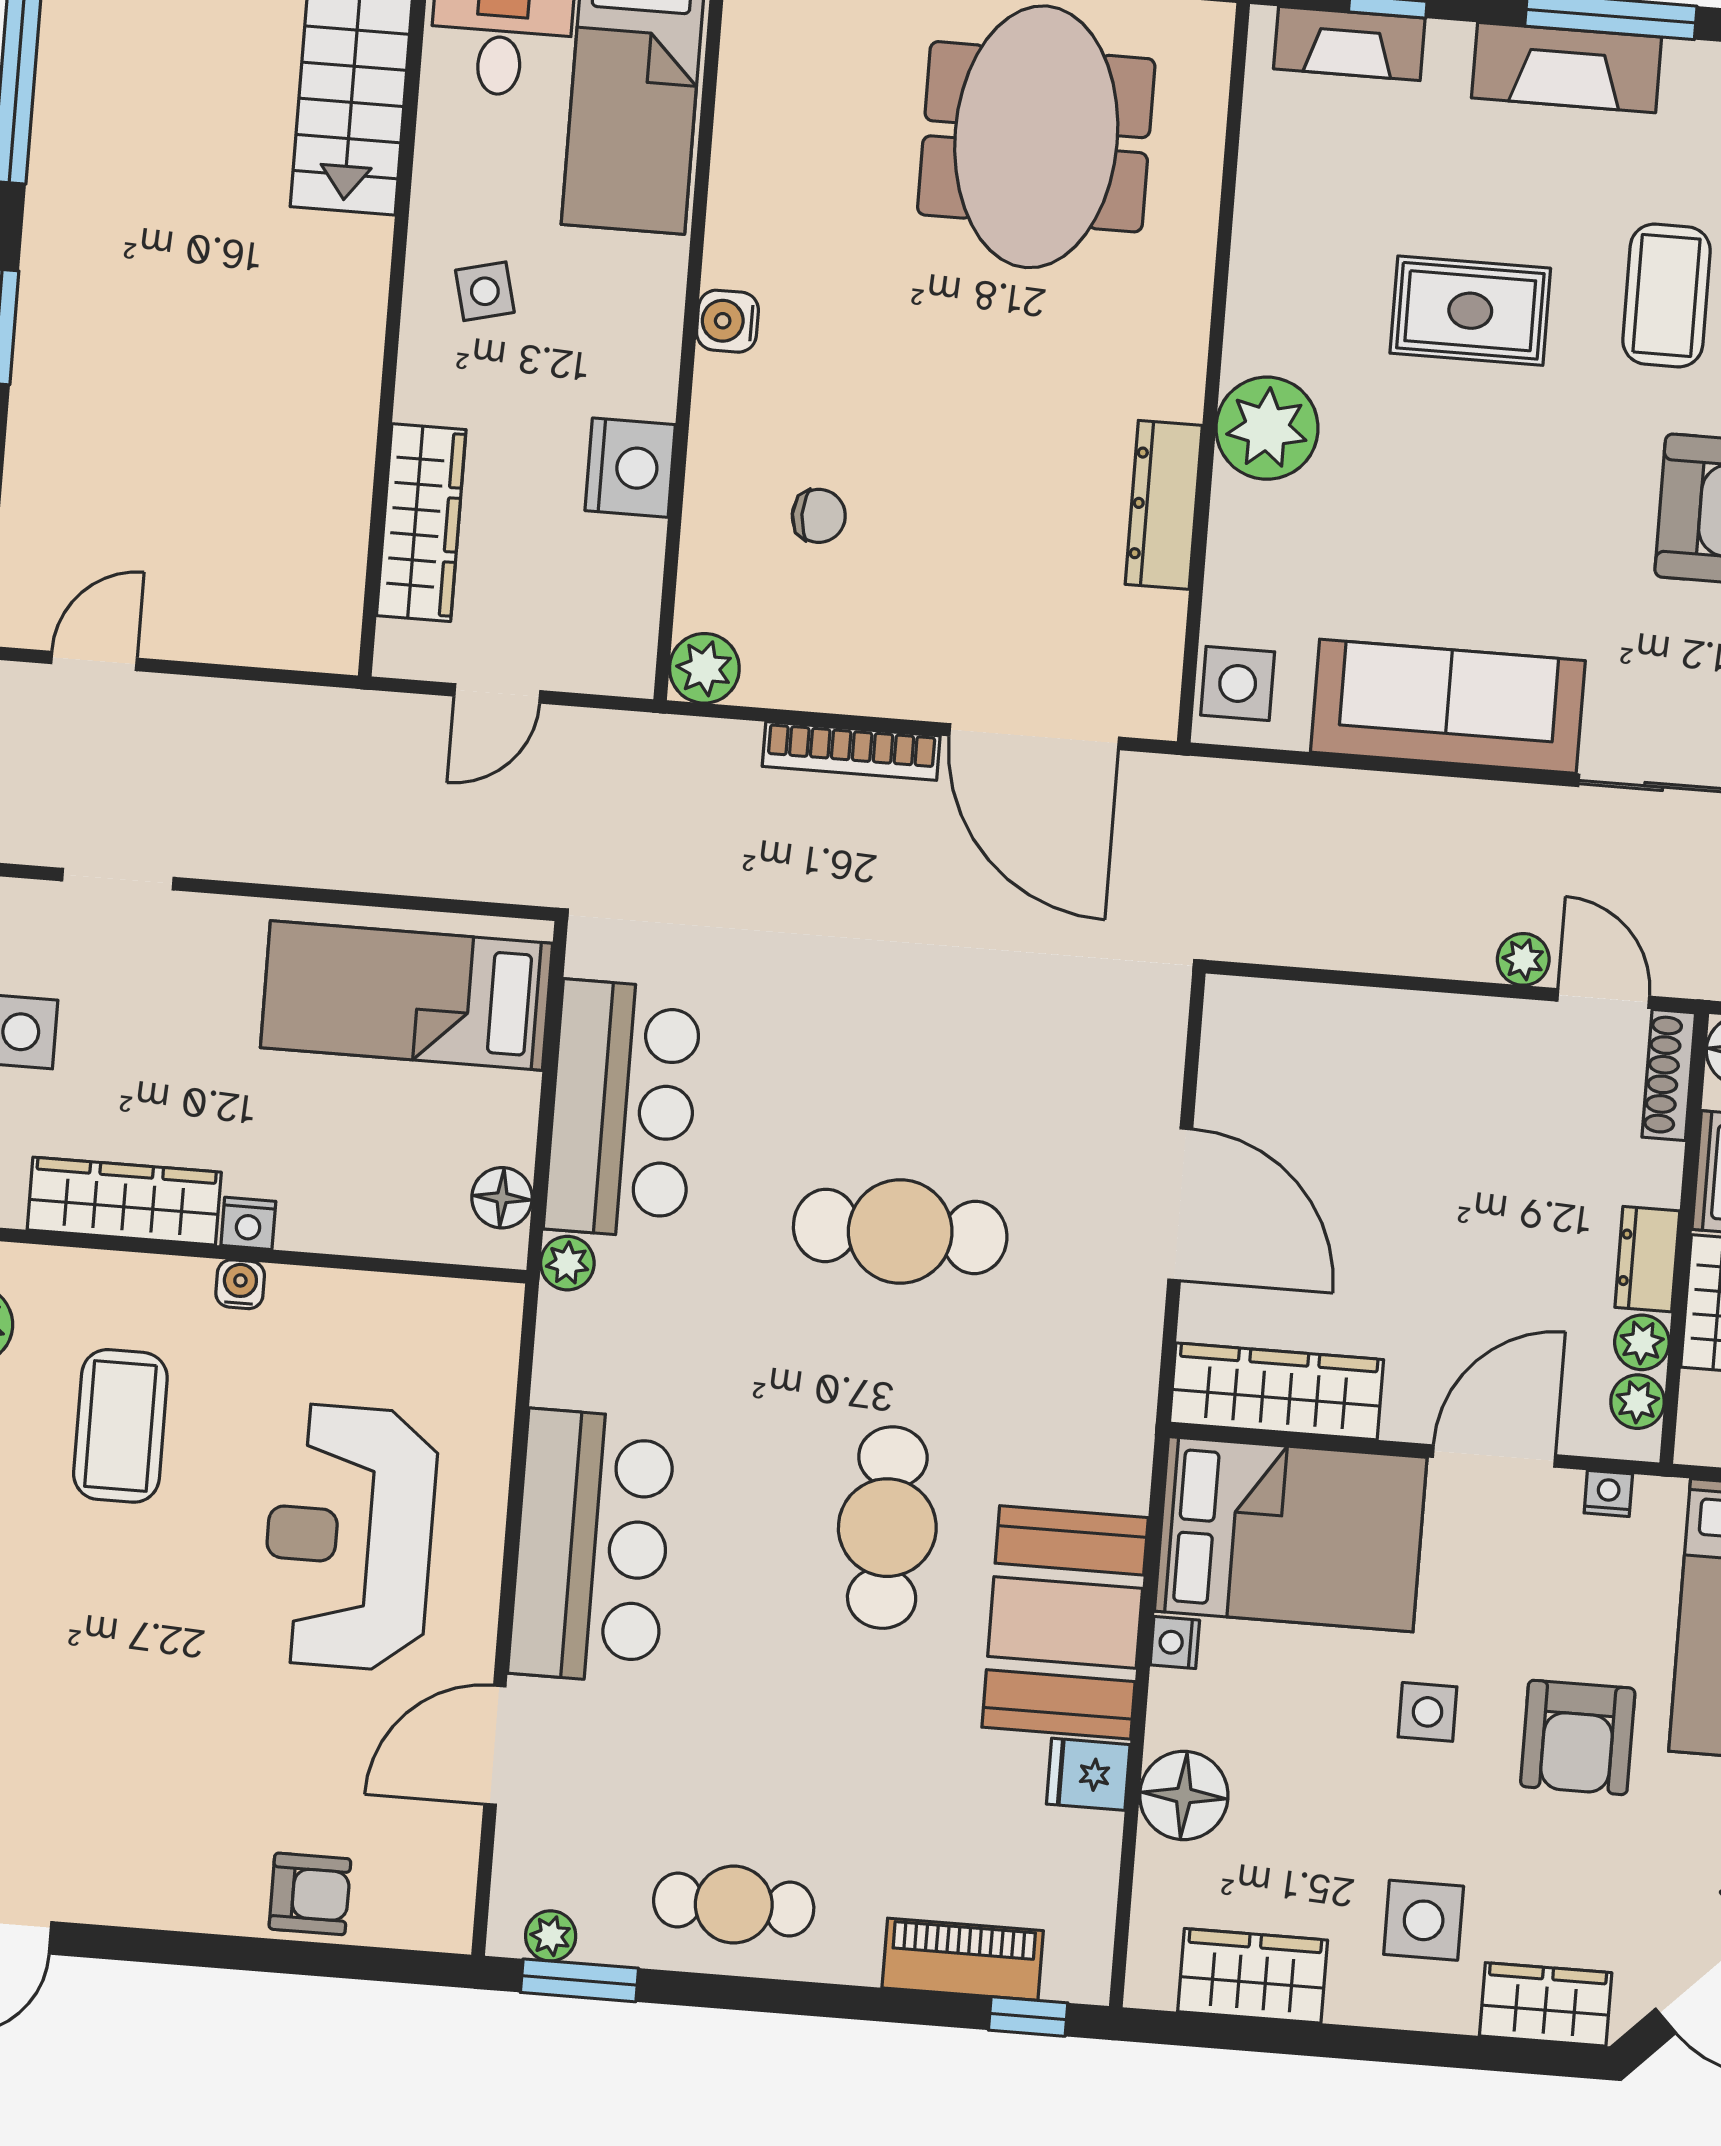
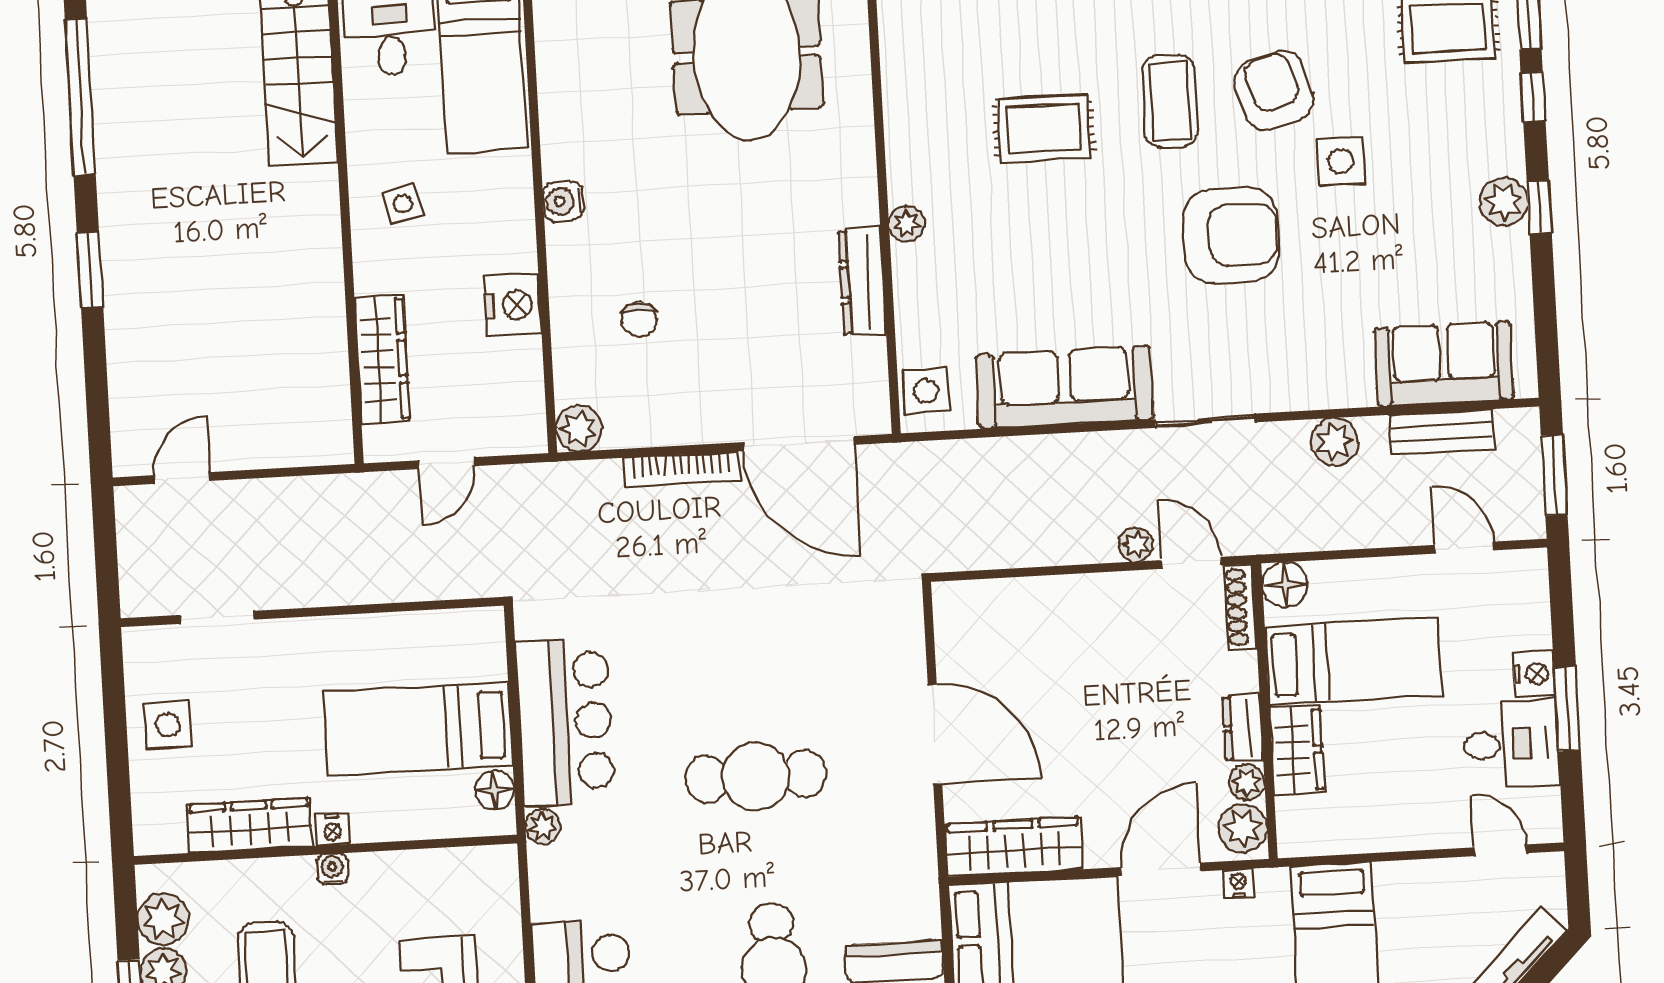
plant: (1267, 428) -> (907, 224), width x0.53, depth x0.53
chair: (819, 516) -> (639, 319), turned 90
bed: (406, 995) -> (418, 729), moved
plant: (1638, 1402) -> (1243, 828), width x1.38, depth x1.38

